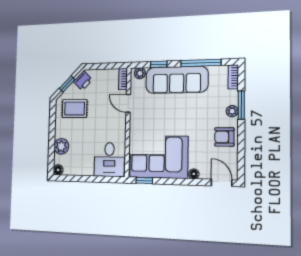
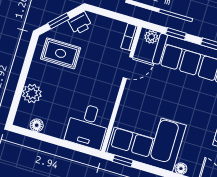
door: (128, 103) -> (128, 68), swing flipped
floor lamp: (58, 170) -> (37, 125), moved

